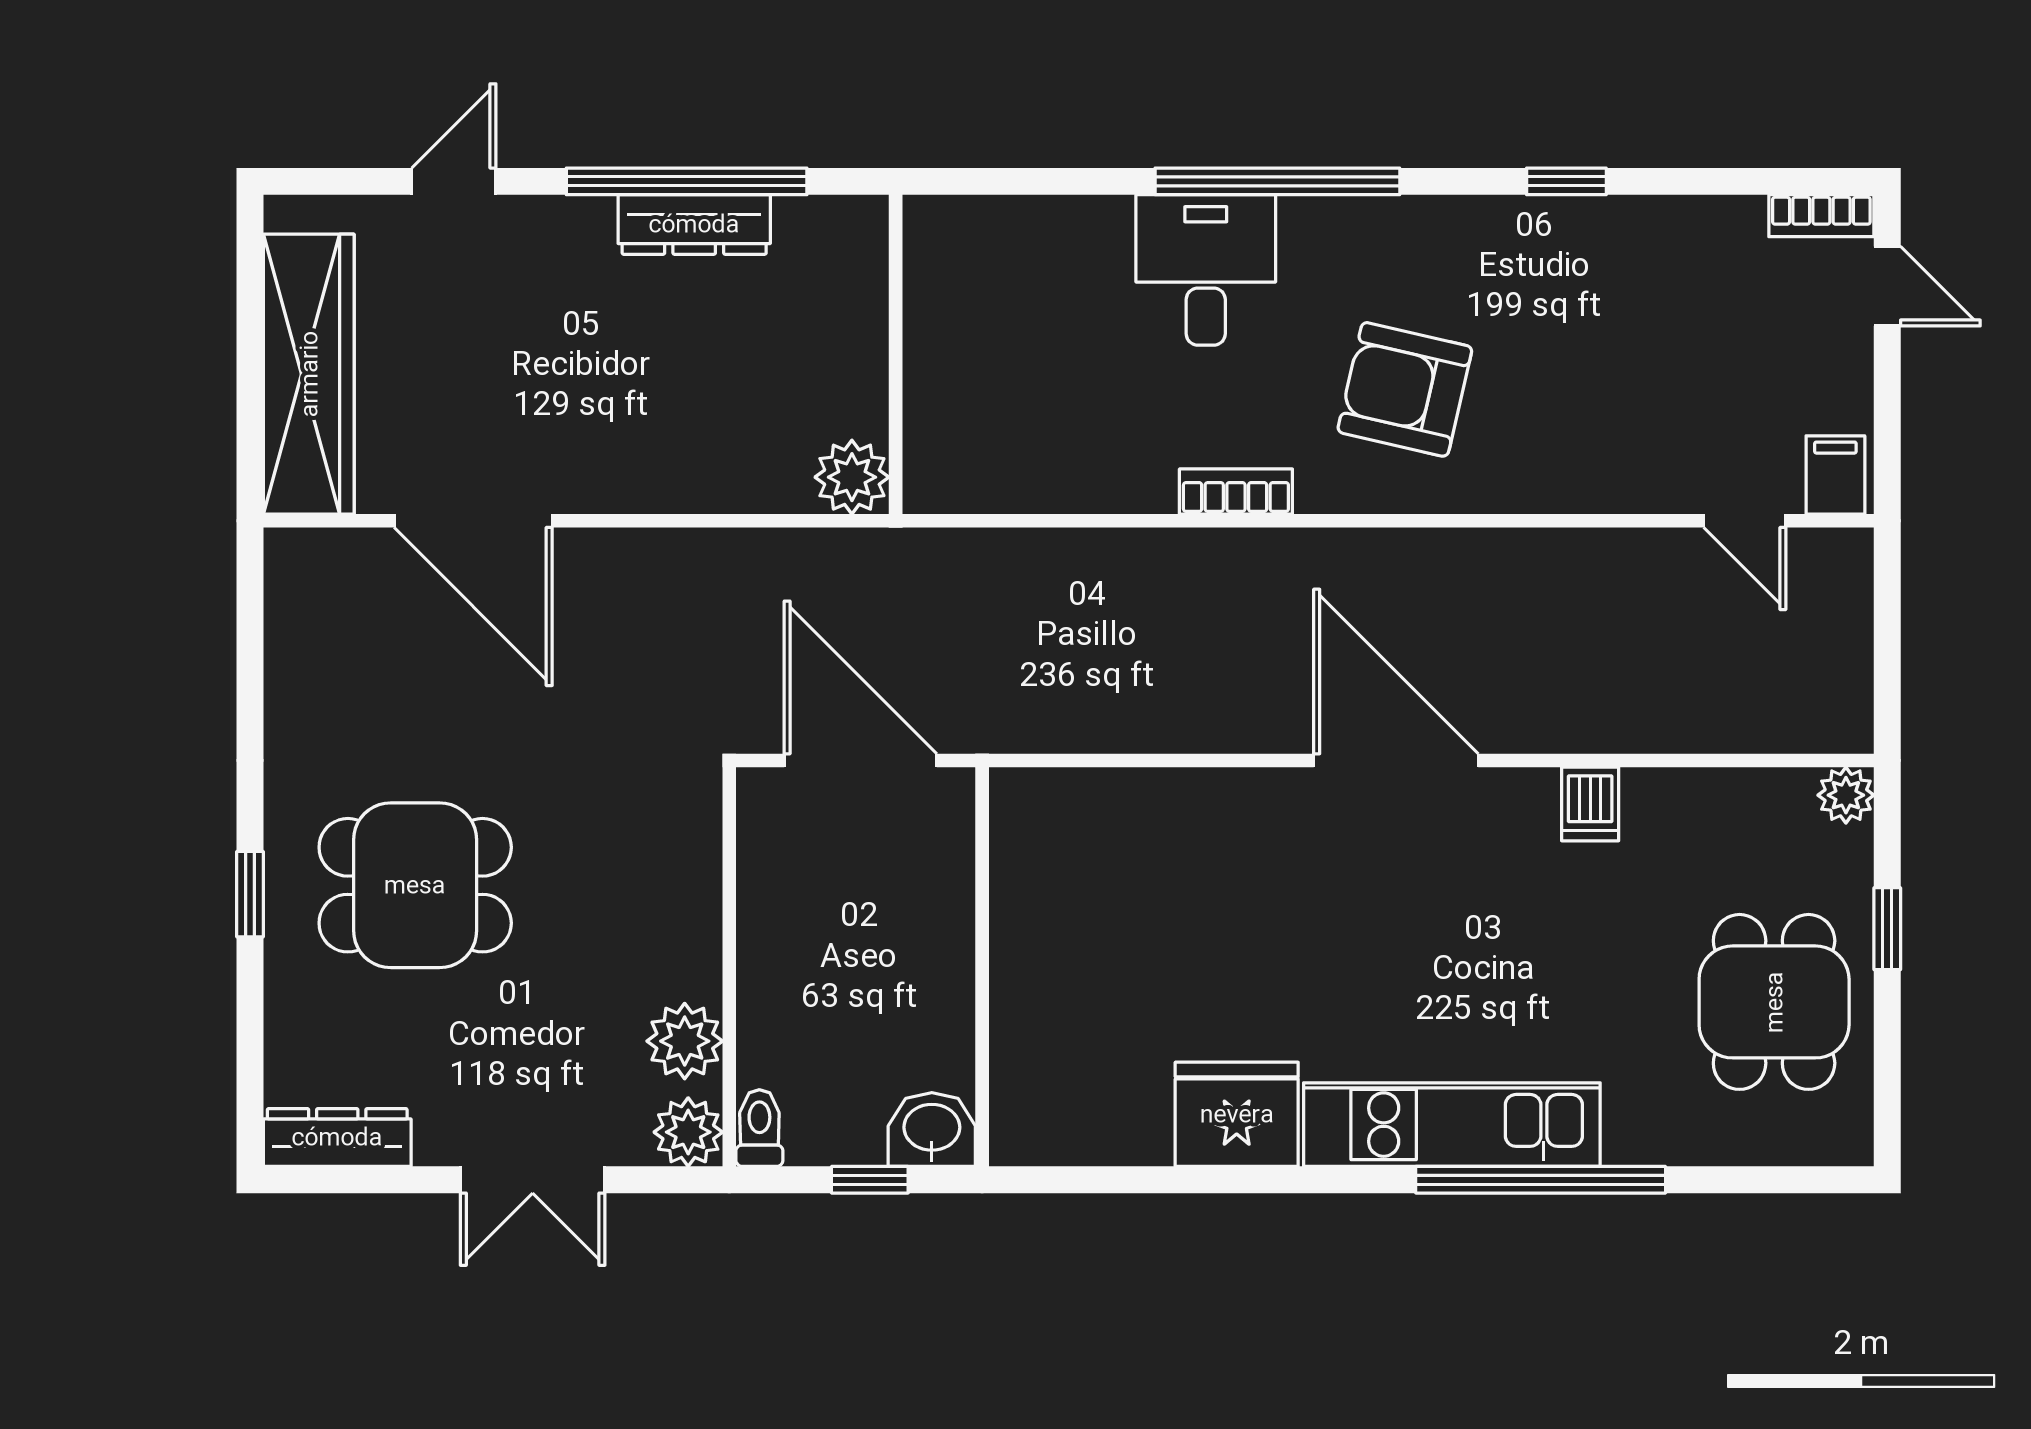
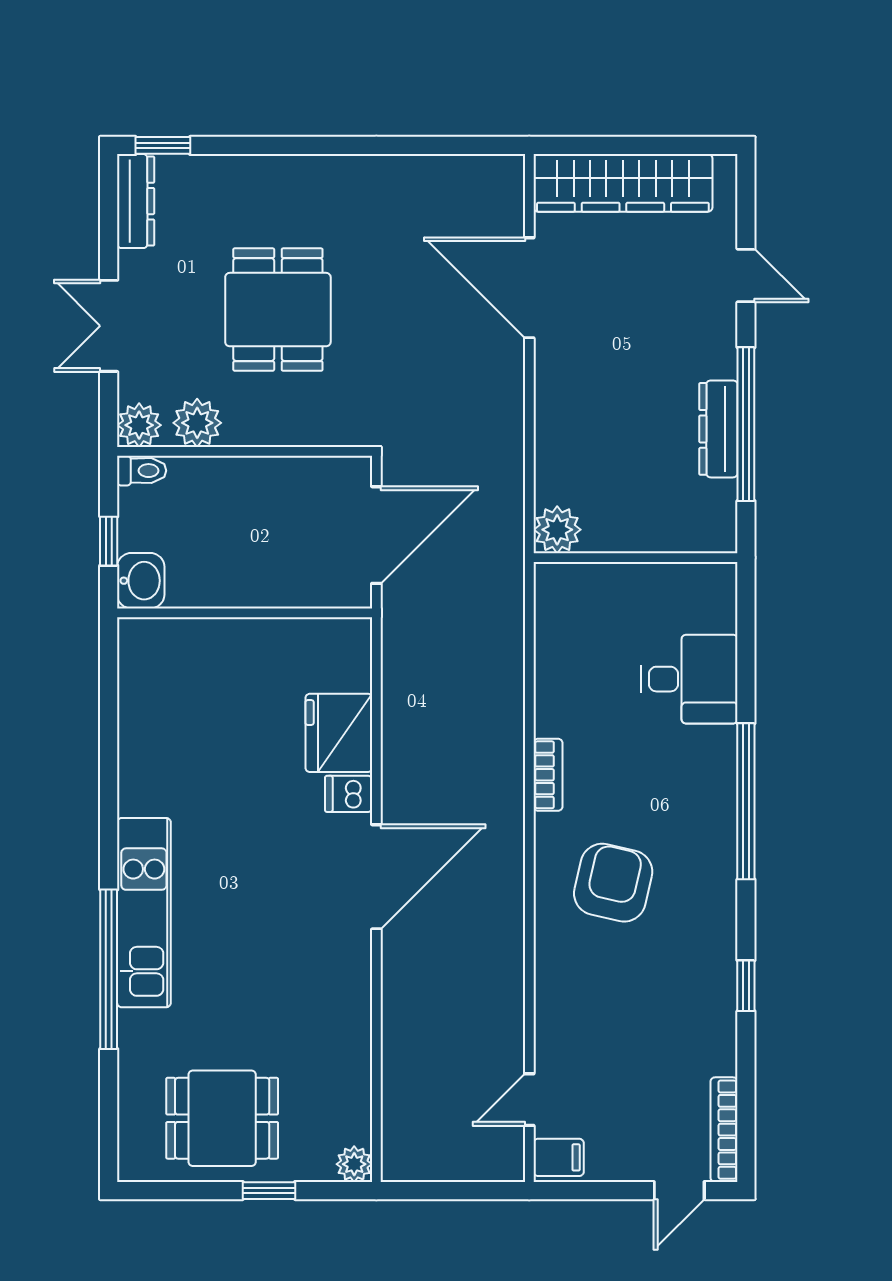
bookcase: (1821, 216) -> (724, 1130), width x1.56
desk: (1206, 270) -> (689, 679), moved
door: (473, 521) -> (529, 288), hinge flipped
dishwasher: (1590, 804) -> (349, 794), moved
dining table: (415, 885) -> (278, 310), moved
window: (250, 894) -> (163, 145), moved
fridge: (1237, 1114) -> (339, 733), moved, turned 180

